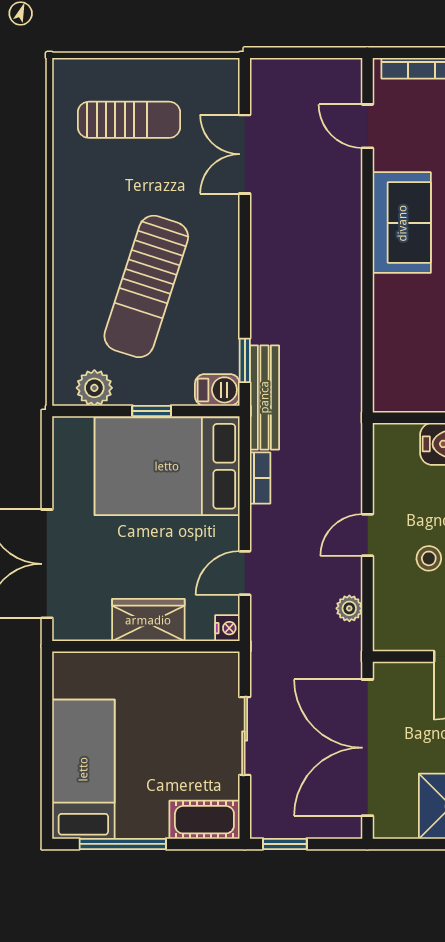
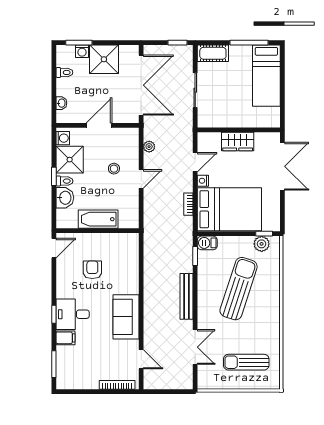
bench: (264, 397) -> (187, 296), moved
window: (152, 411) -> (264, 234), moved
nightstand: (227, 628) -> (203, 181), moved

